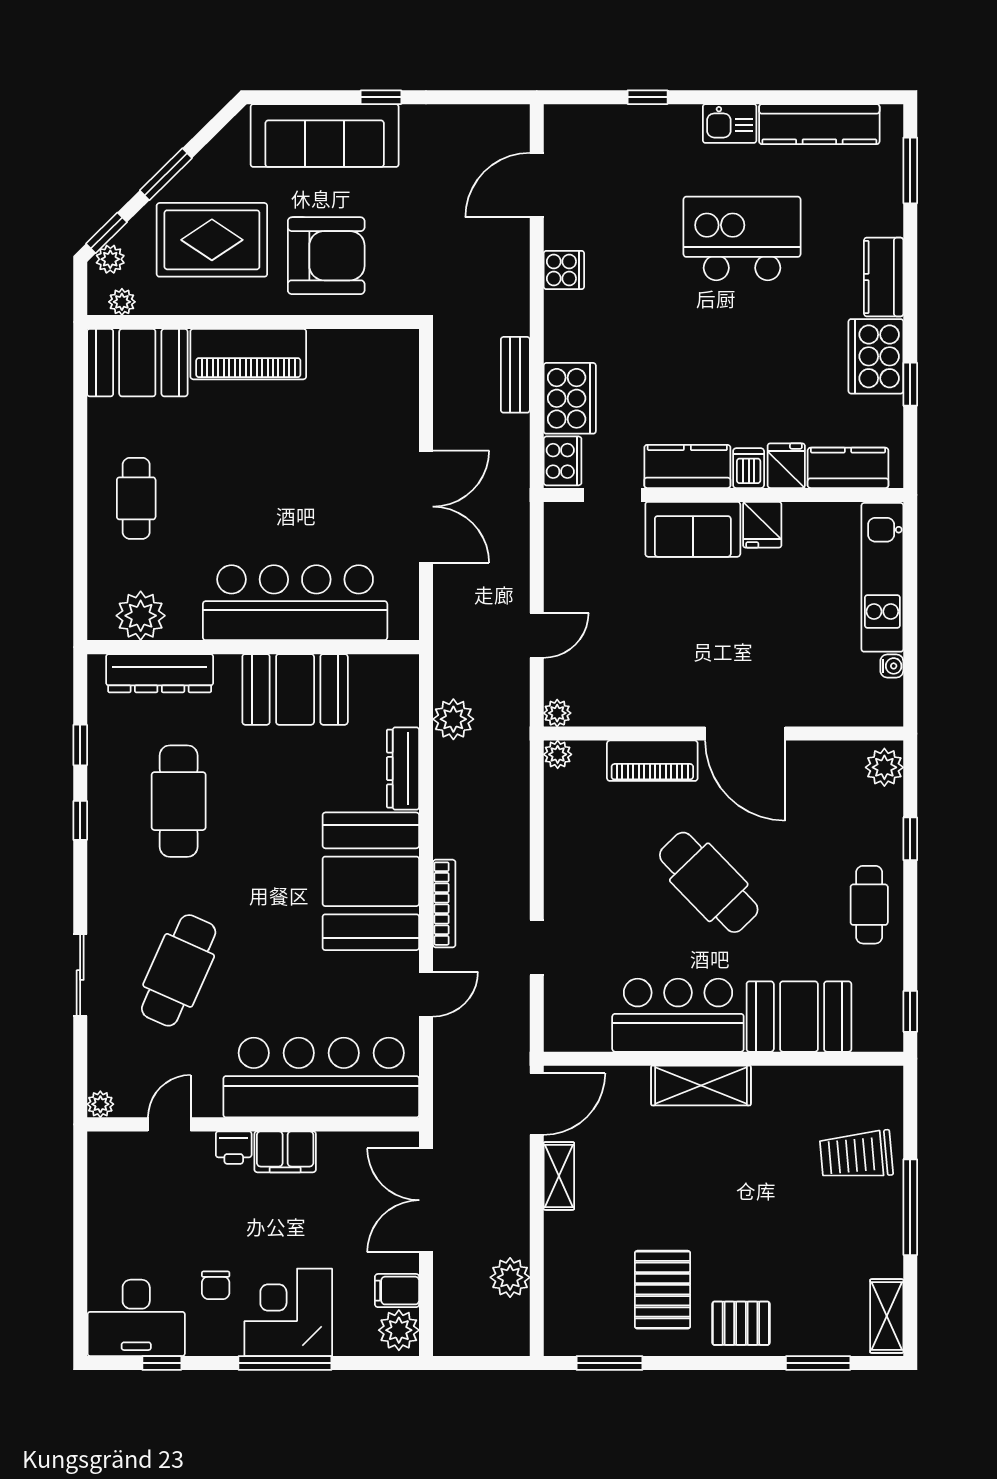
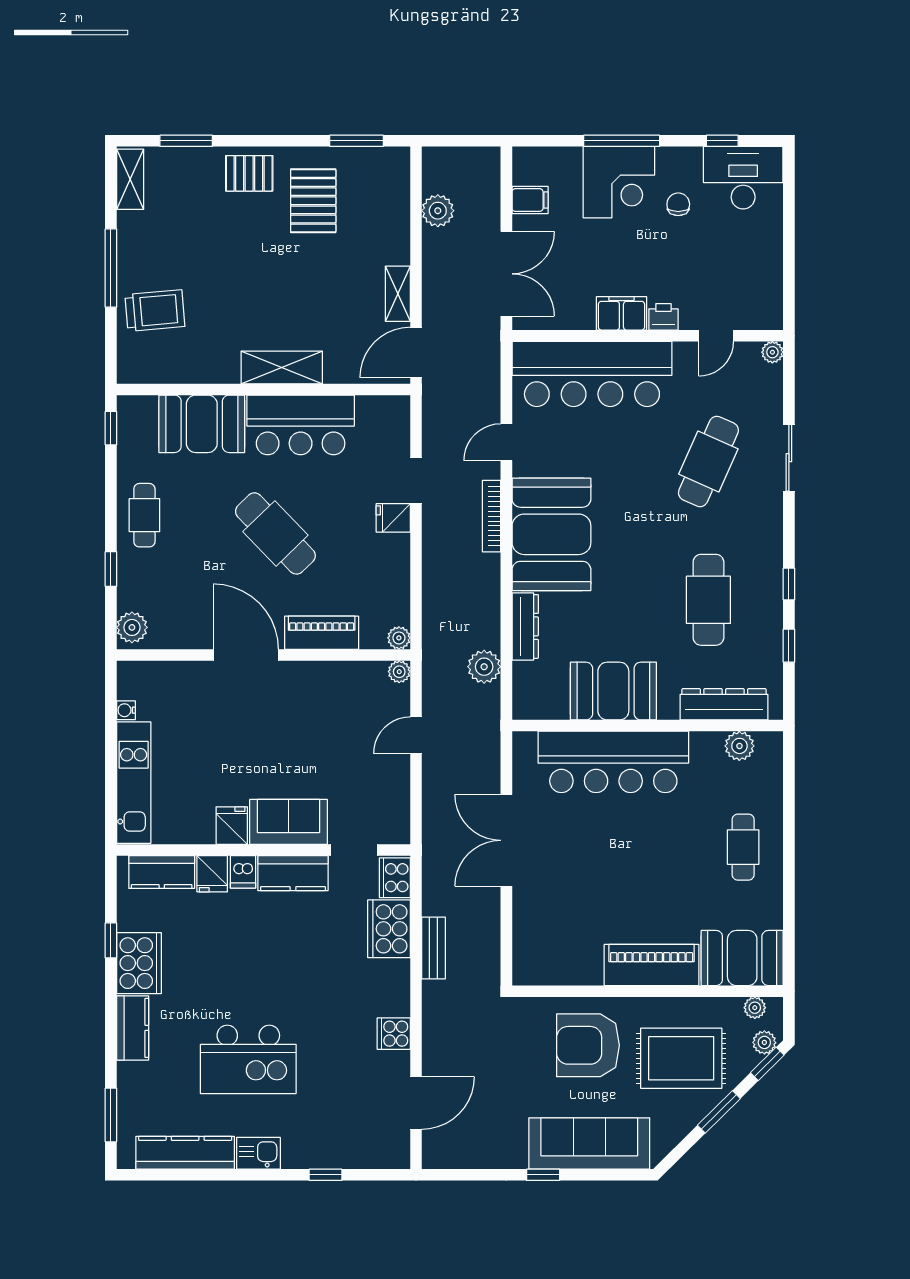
plant: (141, 616) -> (739, 746), width x0.73, depth x0.73
fridge: (565, 901) -> (393, 518), added
plant: (399, 1330) -> (529, 168), removed

